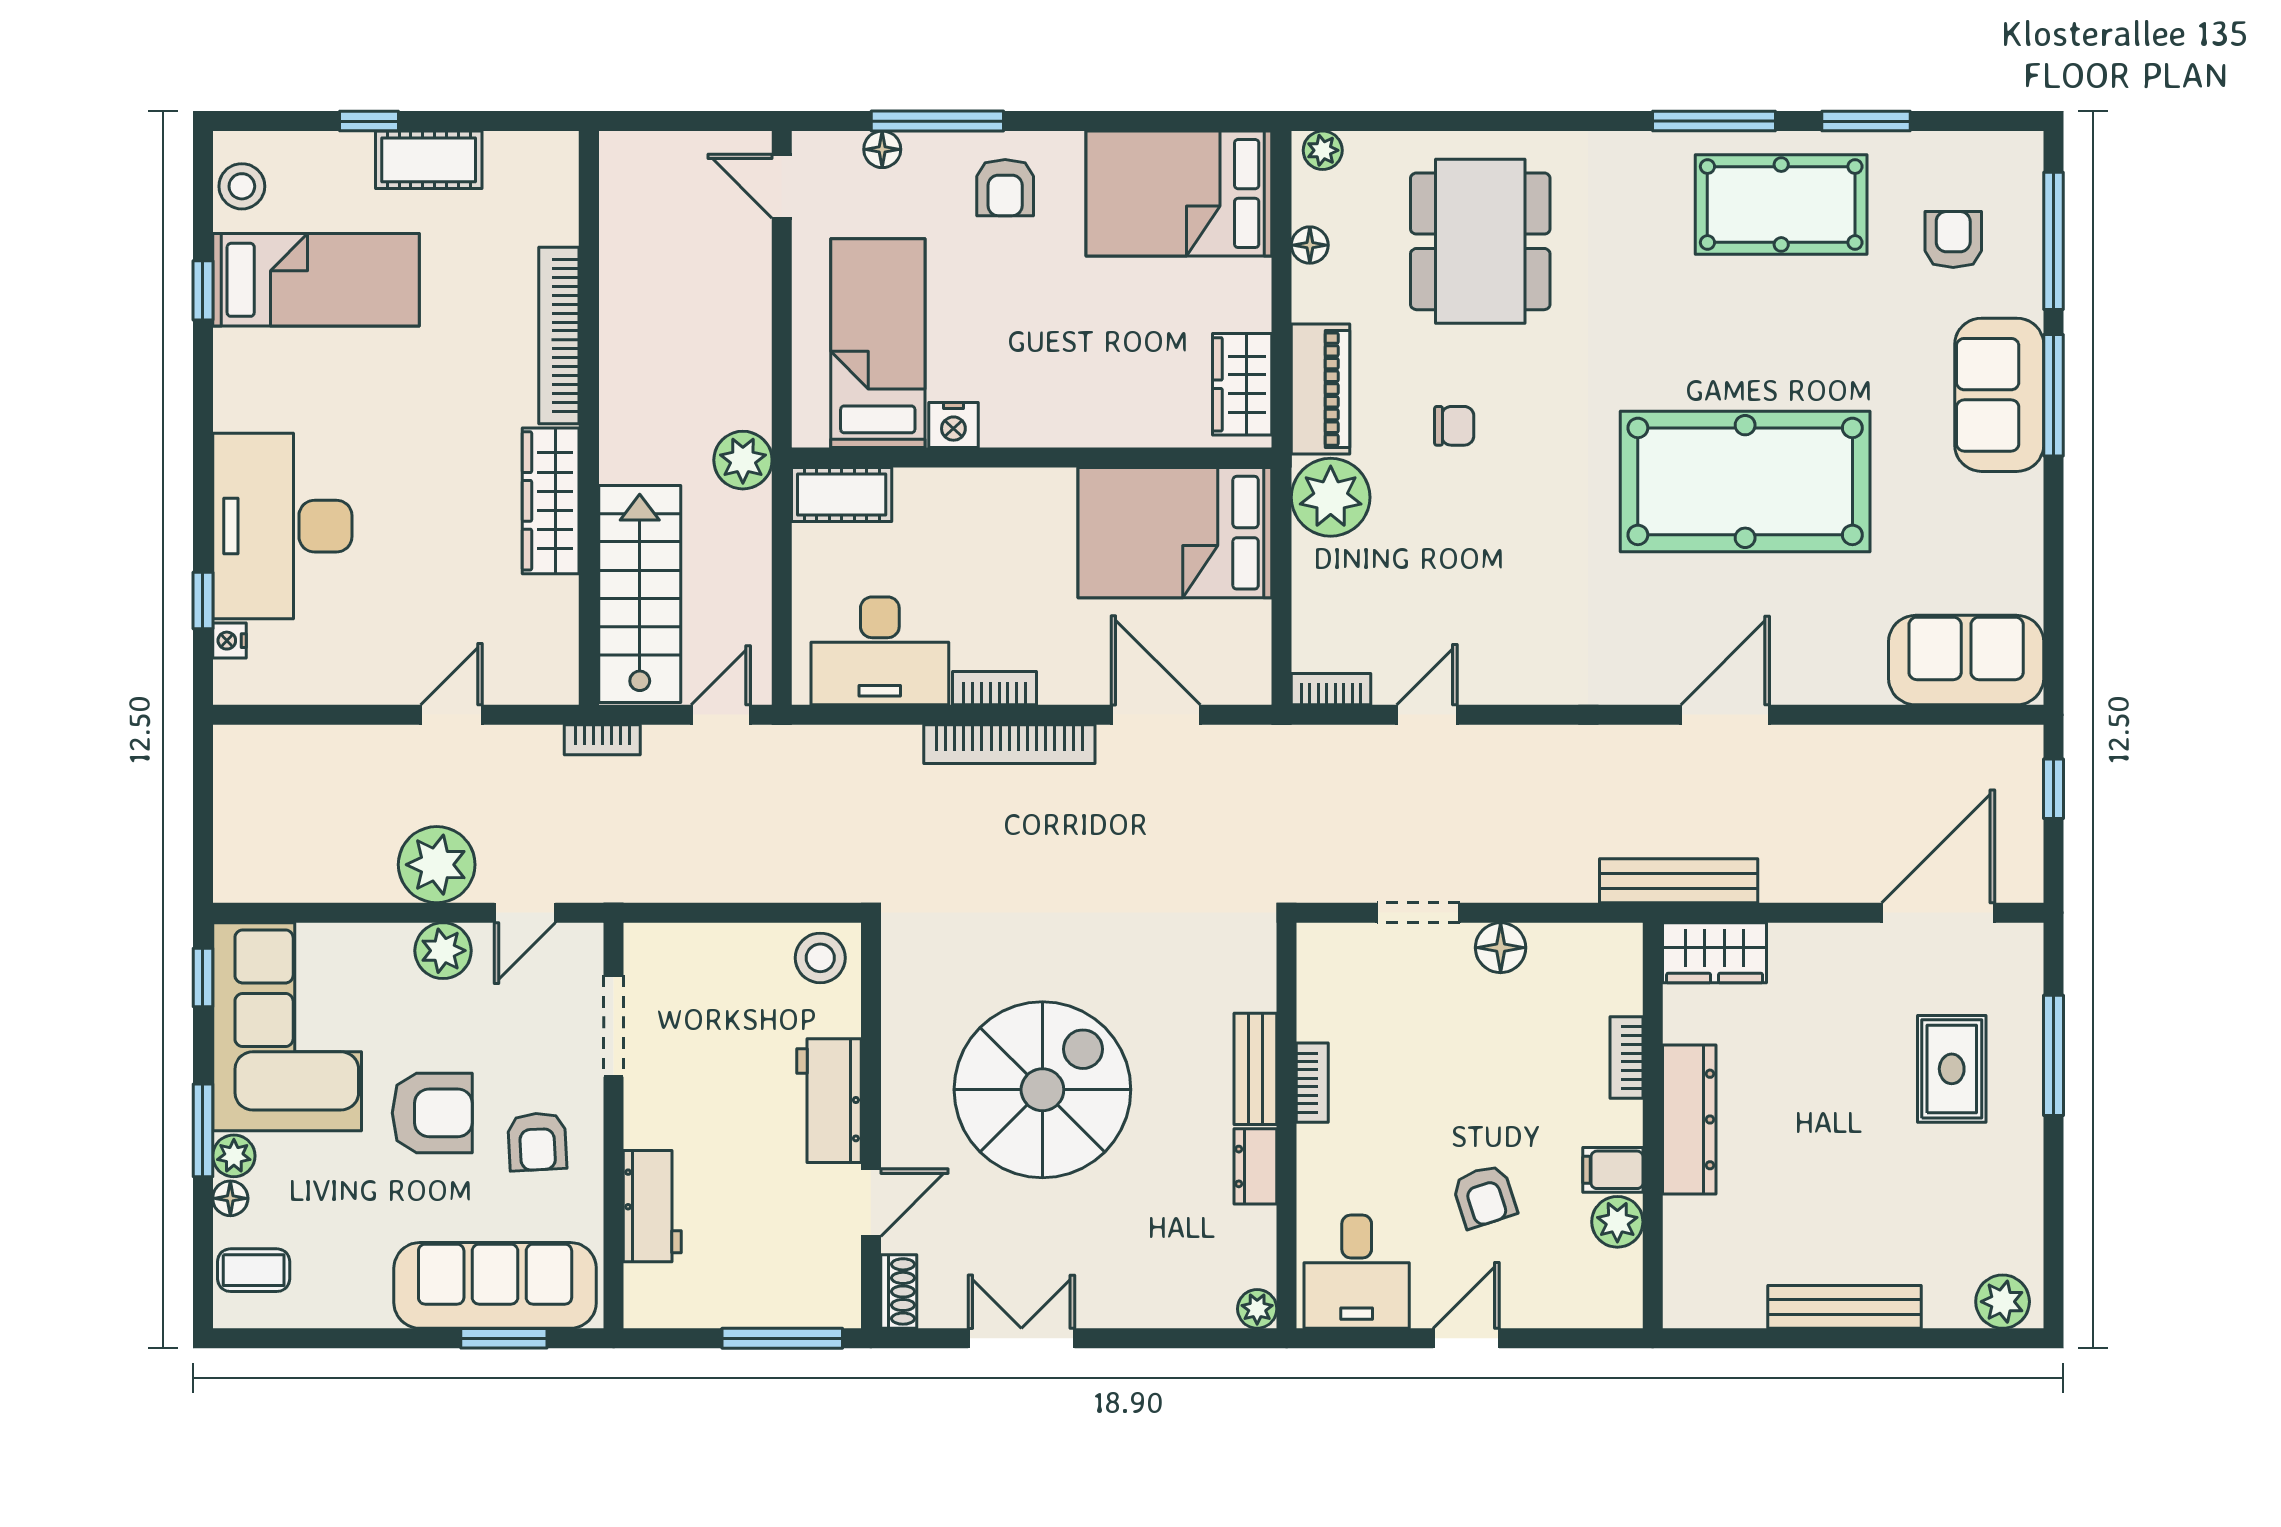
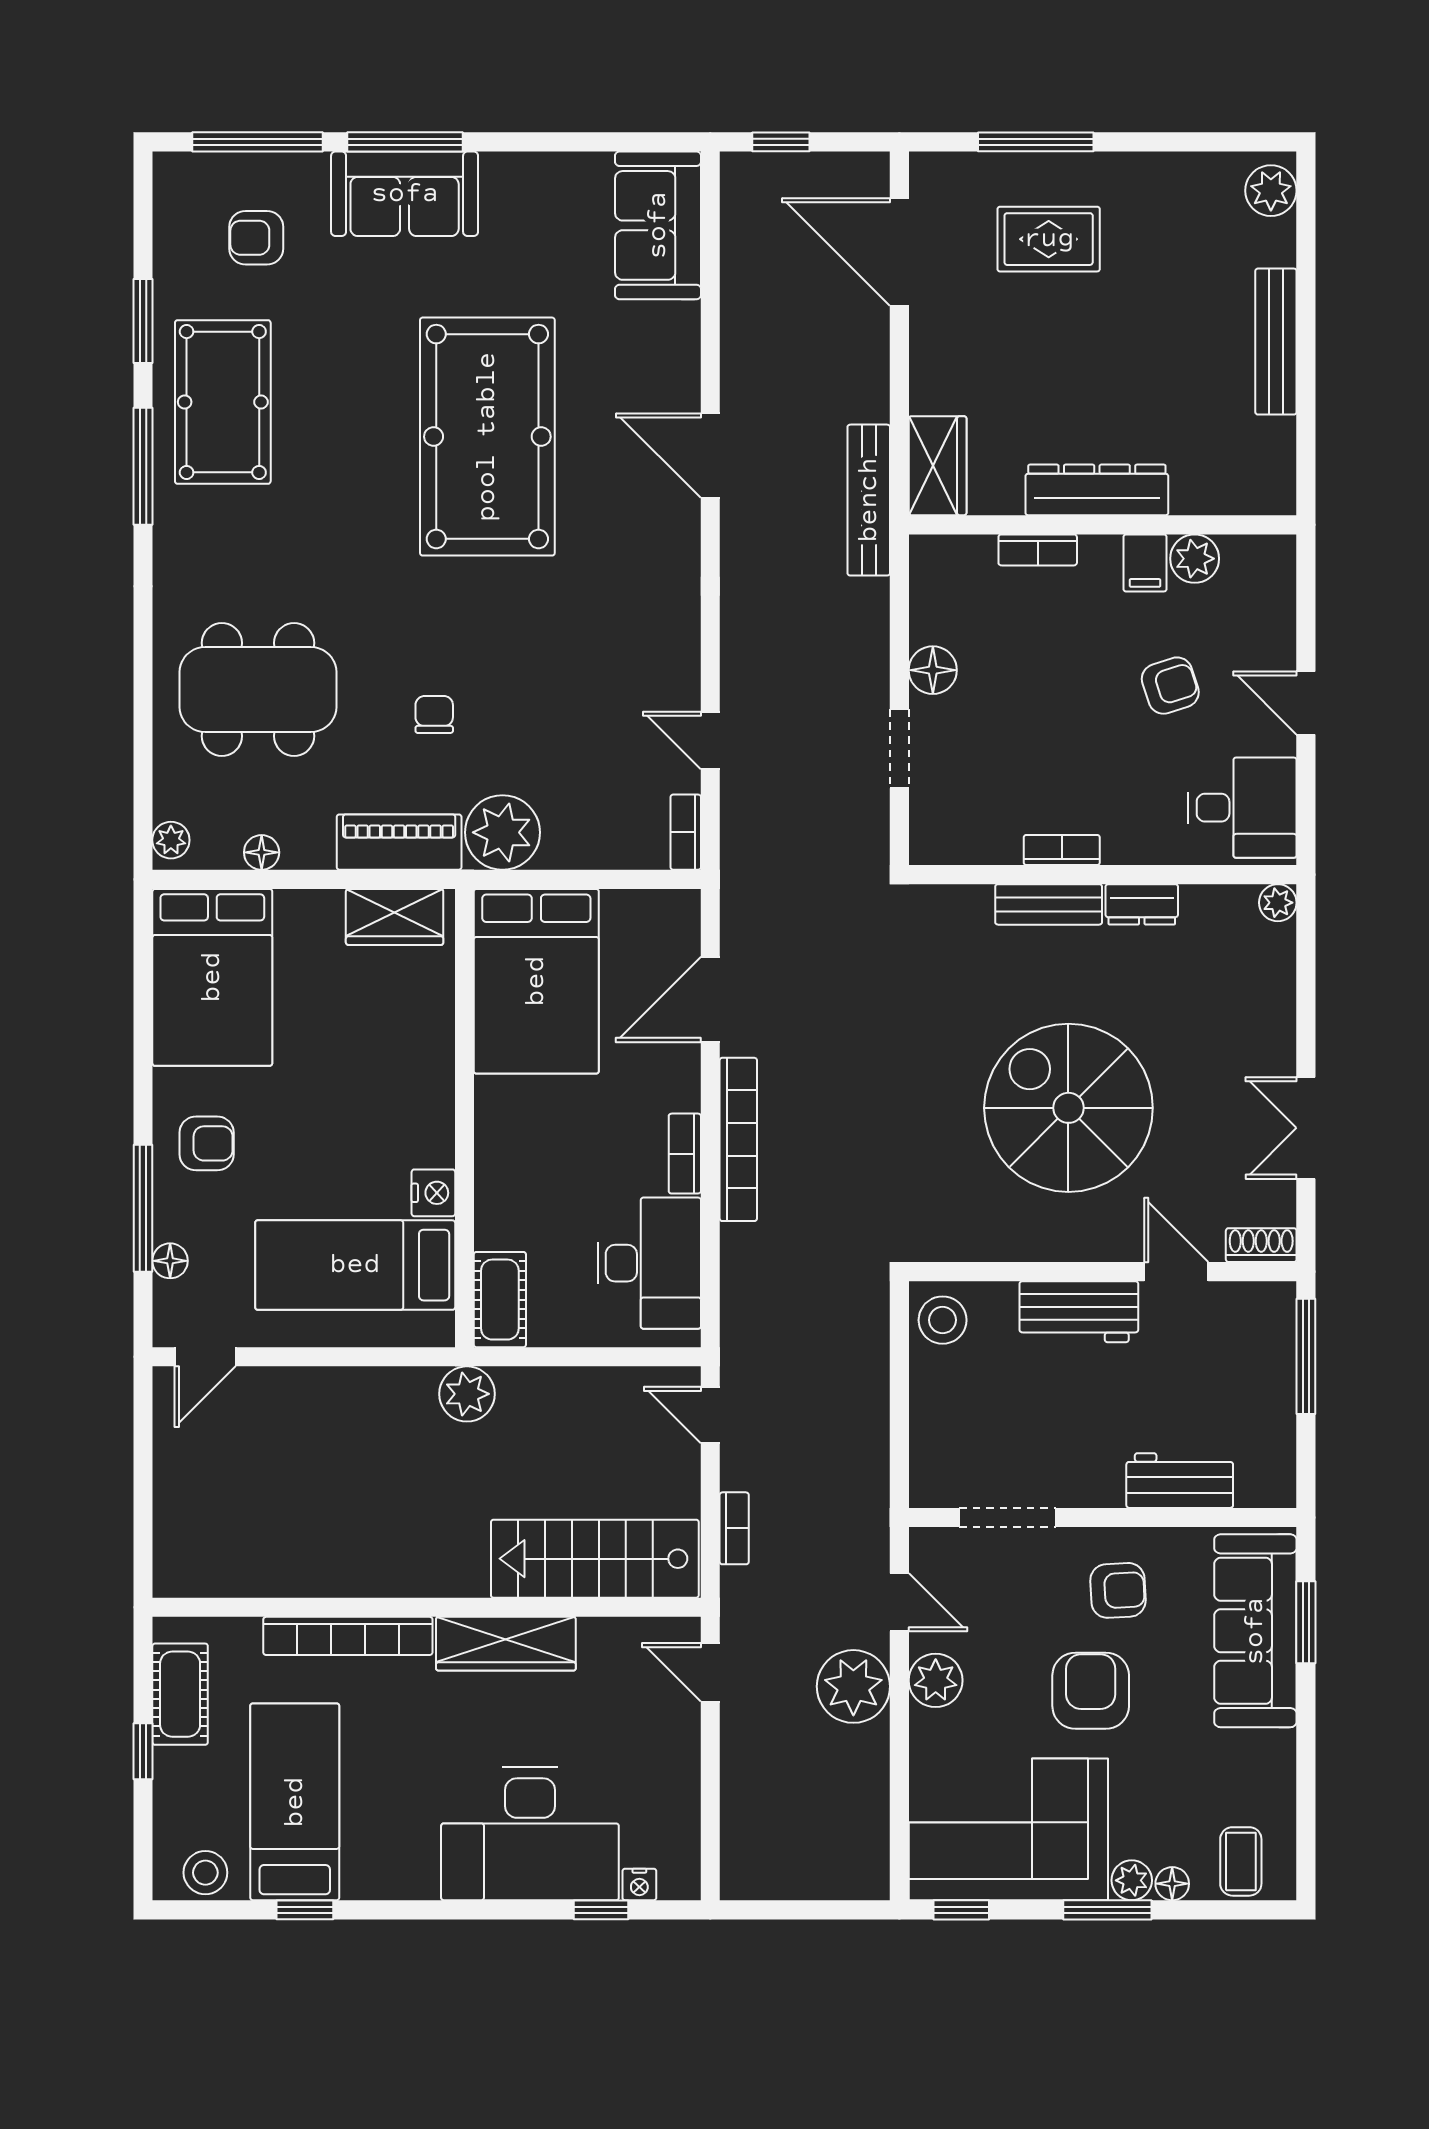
bookcase: (559, 335) -> (348, 1636), moved
wall: (589, 418) -> (427, 1607), moved
wardrobe: (551, 501) -> (506, 1644), moved
stairs: (640, 594) -> (595, 1559), moved

